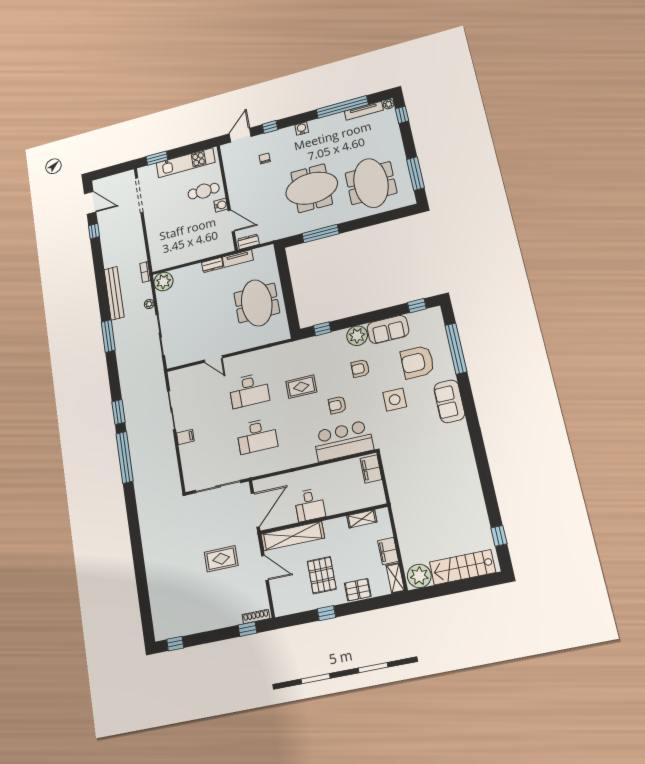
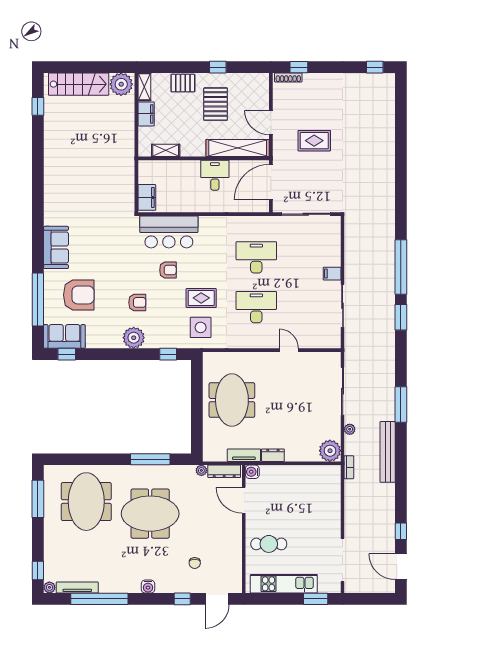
water cooler: (221, 205) -> (252, 472), moved
plant: (273, 236) -> (201, 470), added
dresser: (248, 242) -> (224, 471), width x1.44
sofa: (388, 329) -> (64, 336), moved
side table: (395, 400) -> (201, 327), moved

